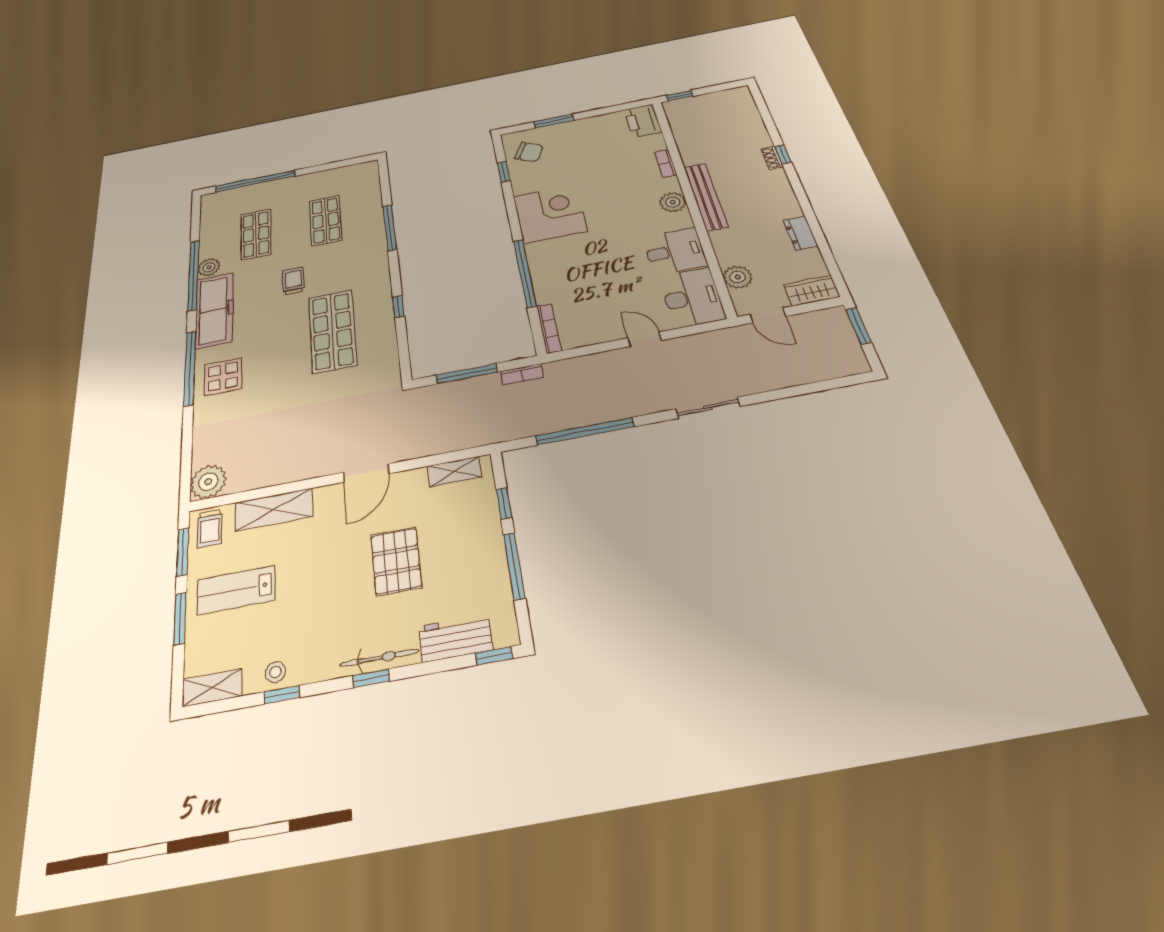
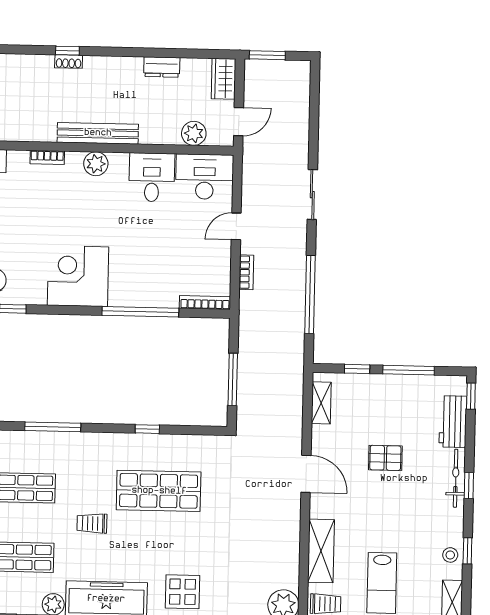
bookcase: (522, 374) -> (246, 272), moved
pallet: (396, 561) -> (385, 458), width x0.67, depth x0.71

